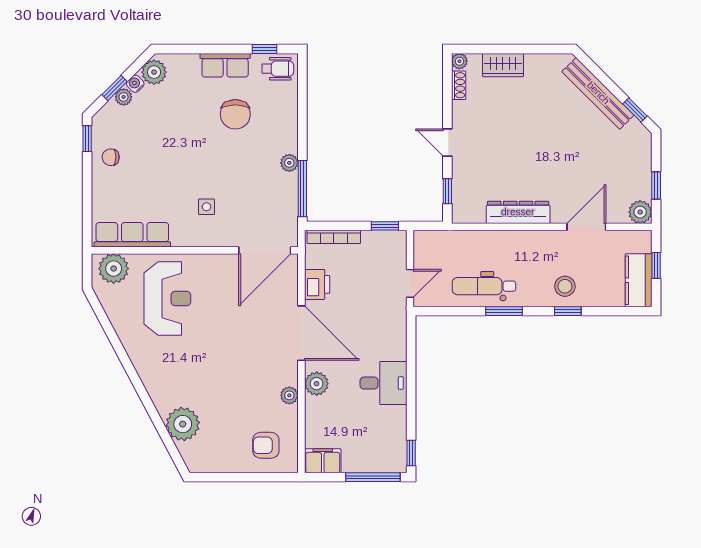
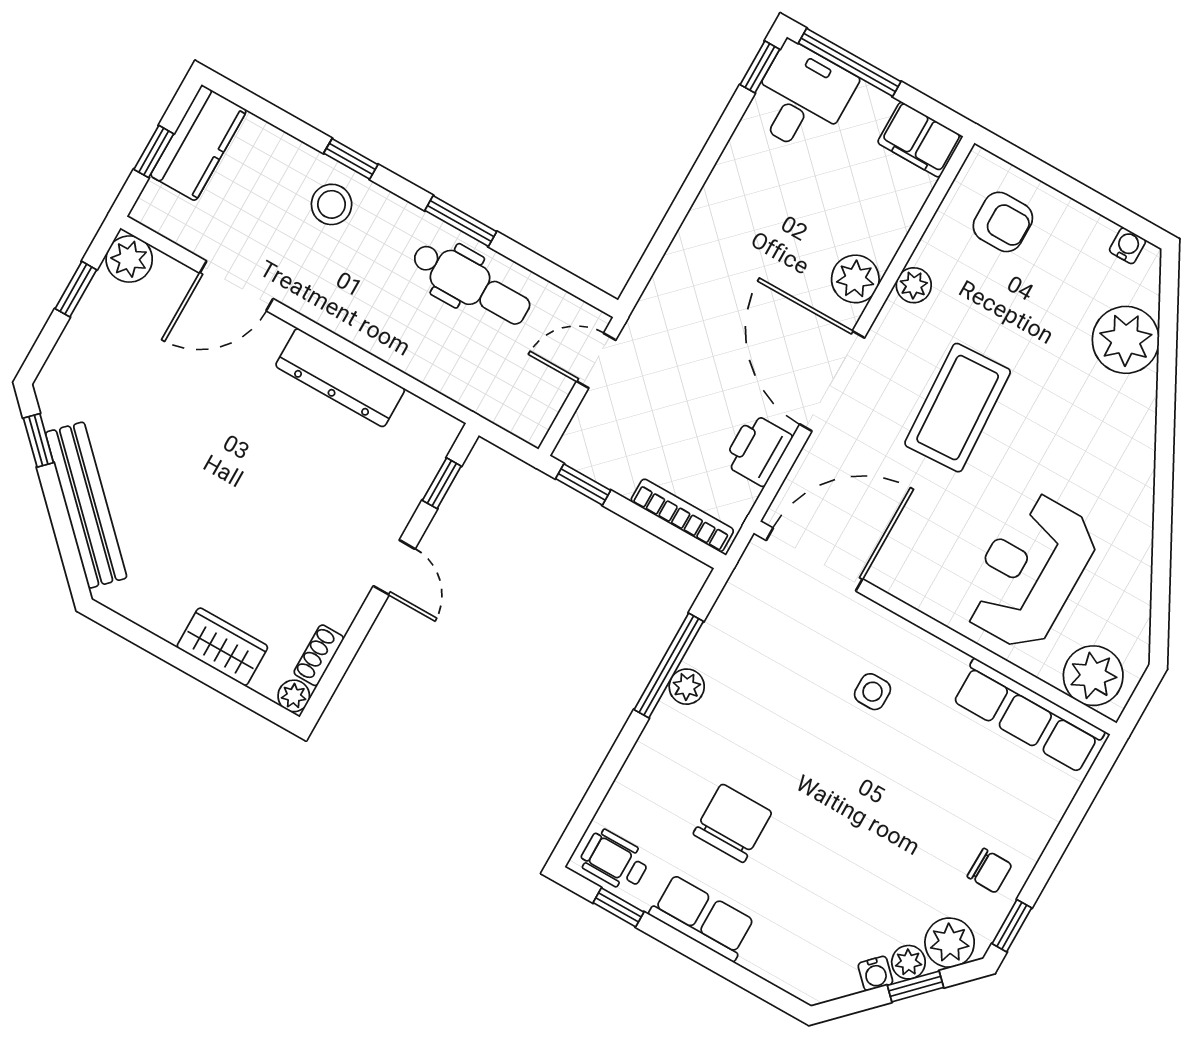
plant: (154, 72) -> (950, 943), moved
window: (302, 189) -> (669, 665), moved
coffee table: (240, 353) -> (958, 408), added
desk: (383, 383) -> (801, 98), moved, turned 90
water cooler: (205, 466) -> (1127, 246), added

